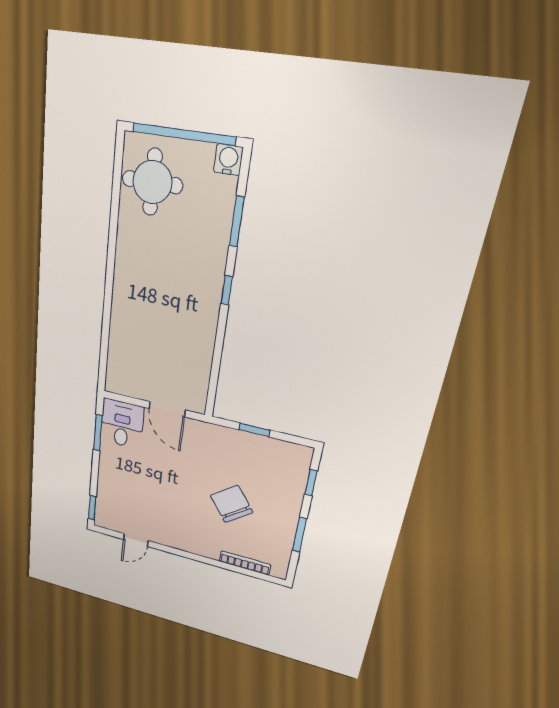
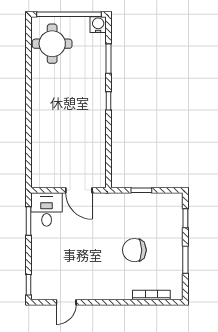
chair: (231, 504) -> (134, 250), turned -53

